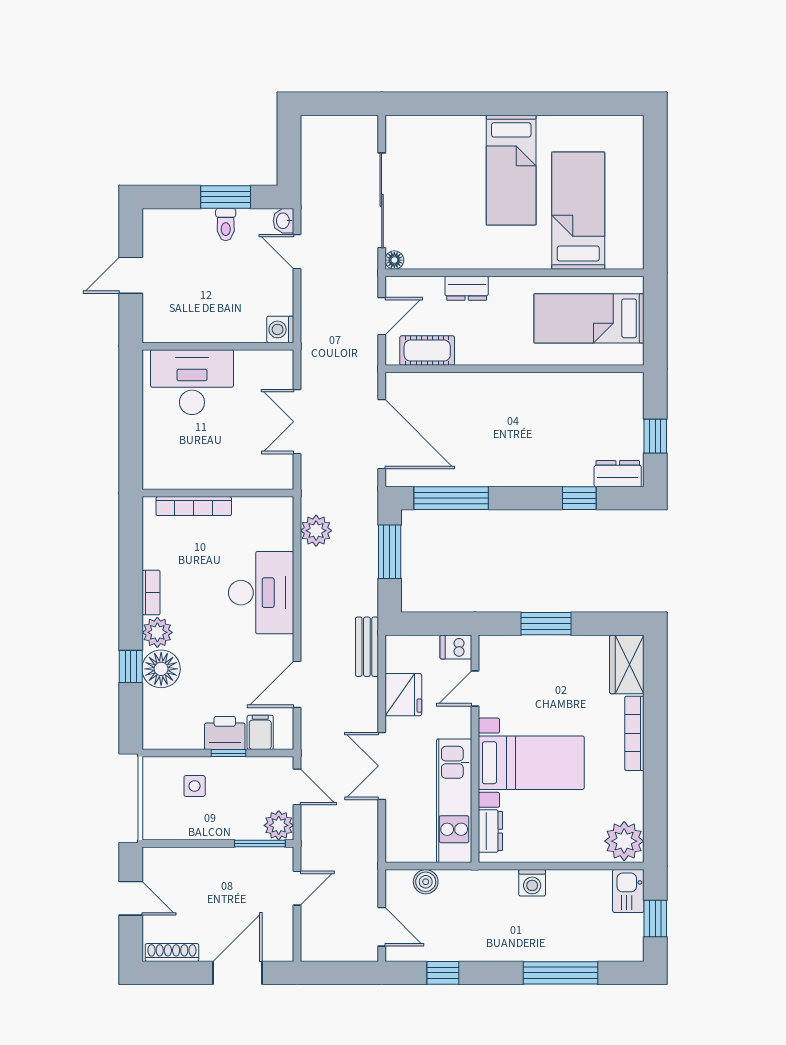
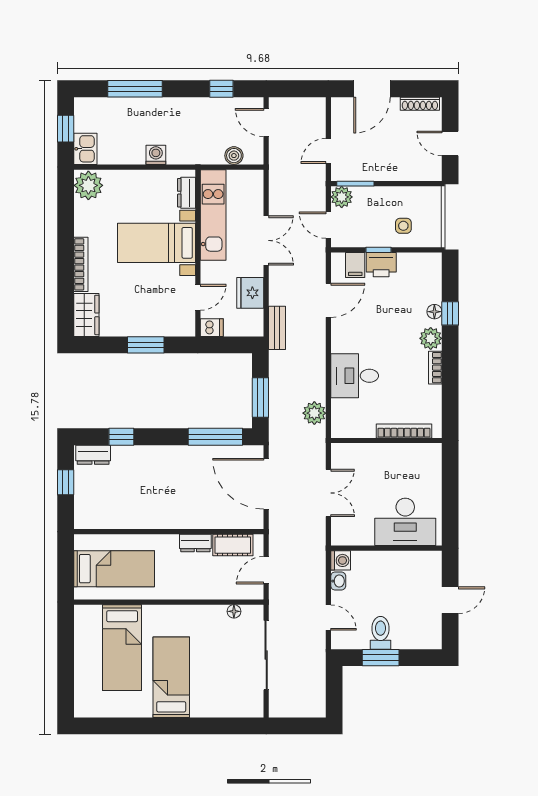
washbasin: (283, 221) -> (338, 581), moved
toilet: (226, 225) -> (381, 633), width x1.37, depth x1.39
floor lamp: (394, 260) -> (234, 611), moved
dresser: (467, 288) -> (195, 543), moved, turned 180
desk: (261, 593) -> (355, 376), width x0.73
floor lamp: (161, 669) -> (434, 312), width x0.53, depth x0.53

